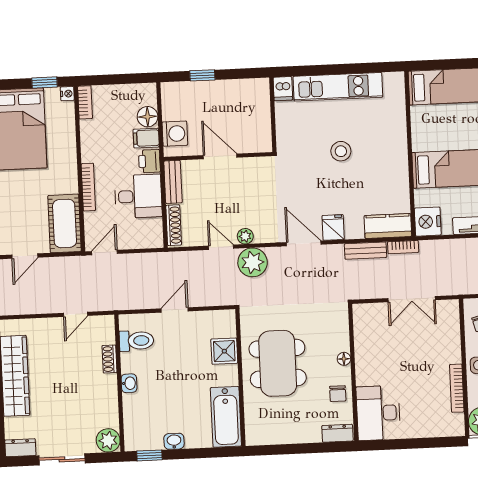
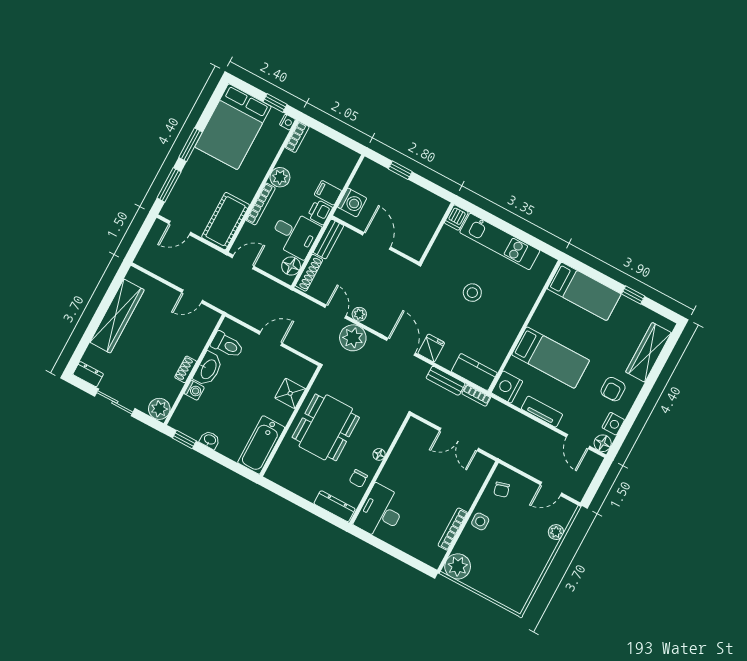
floor lamp: (148, 117) -> (291, 266), moved
plant: (92, 151) -> (280, 177), added
shoe rack: (110, 359) -> (186, 369), moved
washbasin: (129, 383) -> (208, 369), width x1.91, depth x1.45
washing machine: (131, 403) -> (194, 390), added
dresser: (337, 433) -> (335, 506), width x1.44

